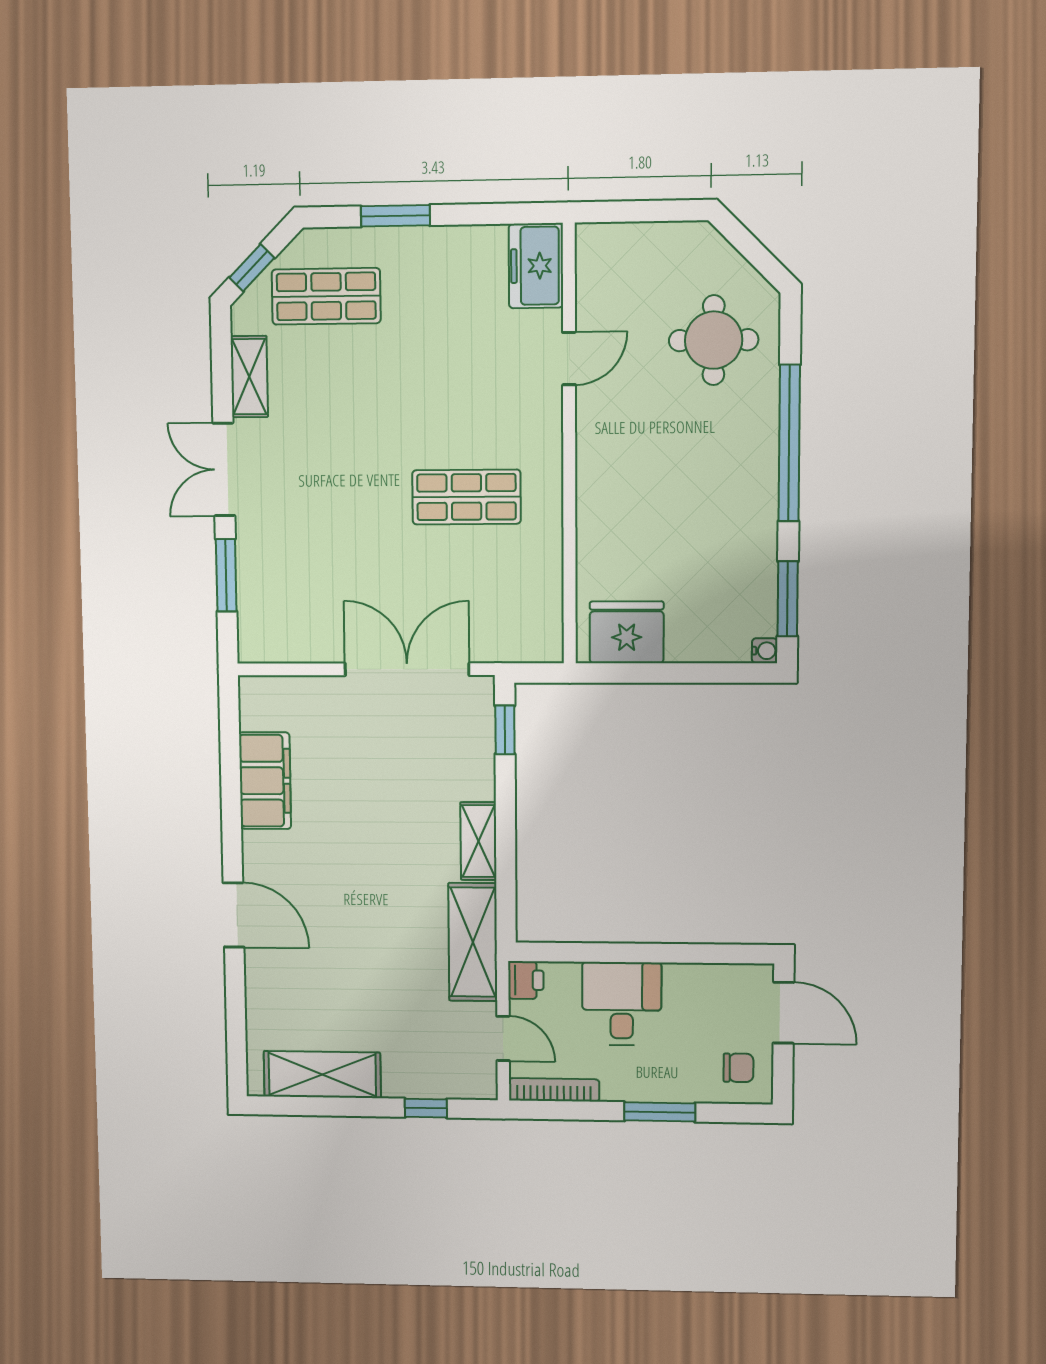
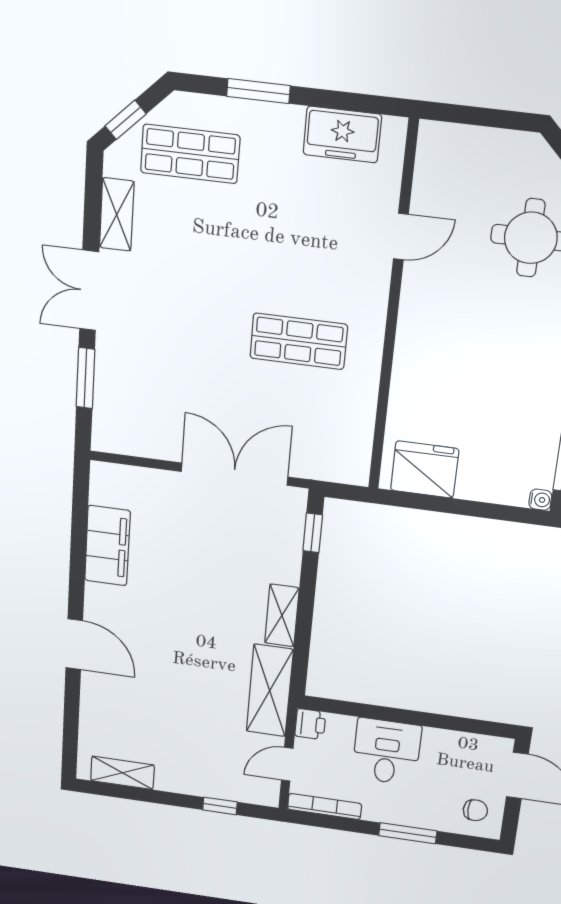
freezer: (536, 266) -> (342, 134), moved, turned -90
door: (503, 1038) -> (287, 764), swing flipped
shelving: (322, 1075) -> (122, 773), width x0.67, depth x0.75

